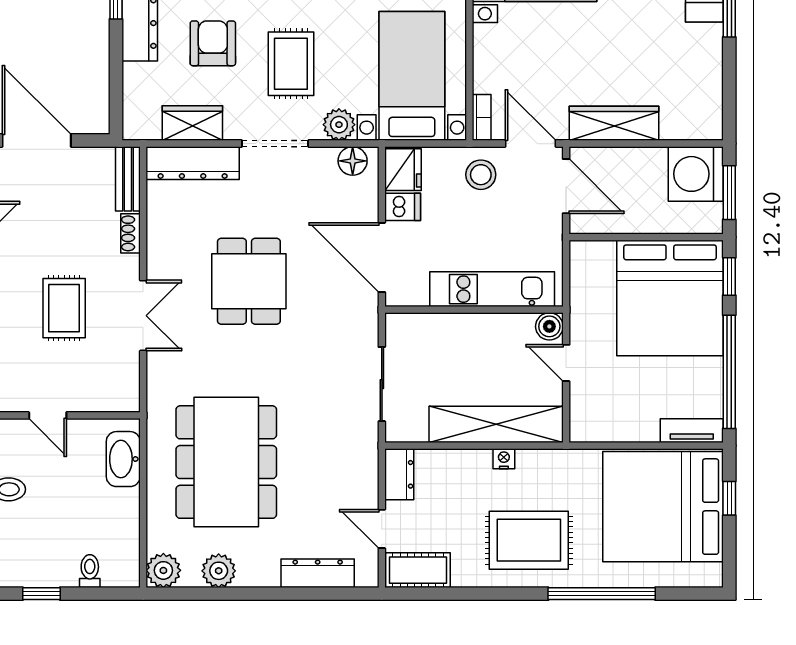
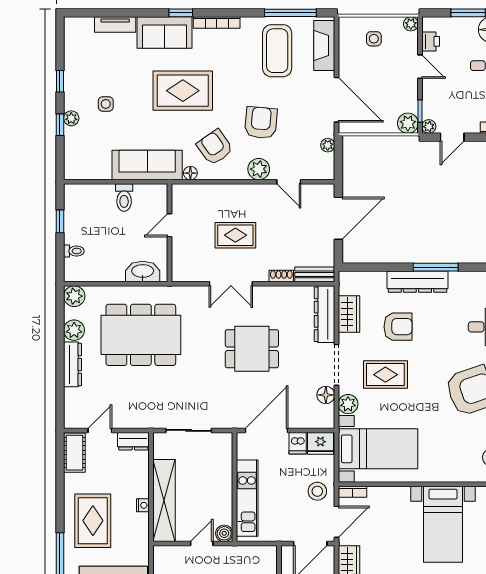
floor lamp: (353, 161) -> (326, 395), moved
dresser: (318, 573) -> (72, 364), moved

